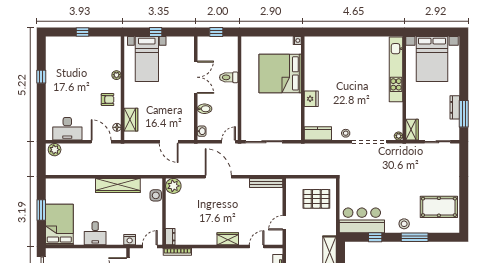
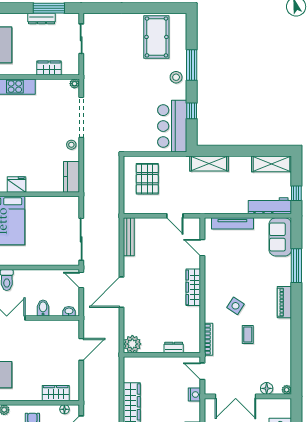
fridge: (311, 99) -> (17, 185), moved
wardrobe: (412, 130) -> (49, 68), moved
side table: (156, 195) -> (143, 364), removed
dresser: (170, 237) -> (174, 347), moved
wardrobe: (228, 239) -> (193, 287), width x1.50

